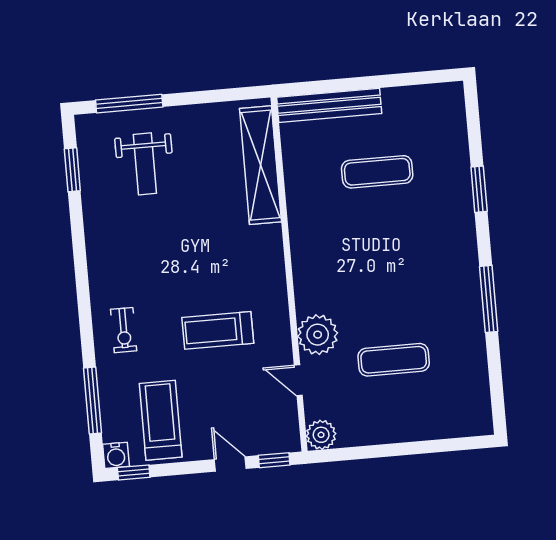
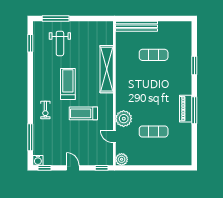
shelving: (260, 165) -> (107, 69), moved
piano: (467, 297) -> (186, 109), added
treadmill: (161, 420) -> (68, 84), moved
door: (230, 464) -> (73, 168), moved

